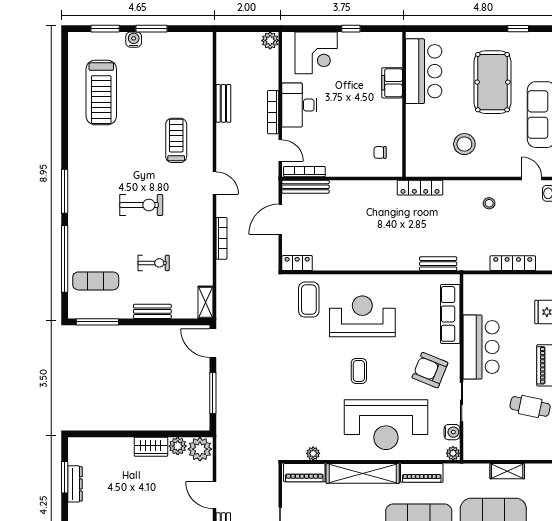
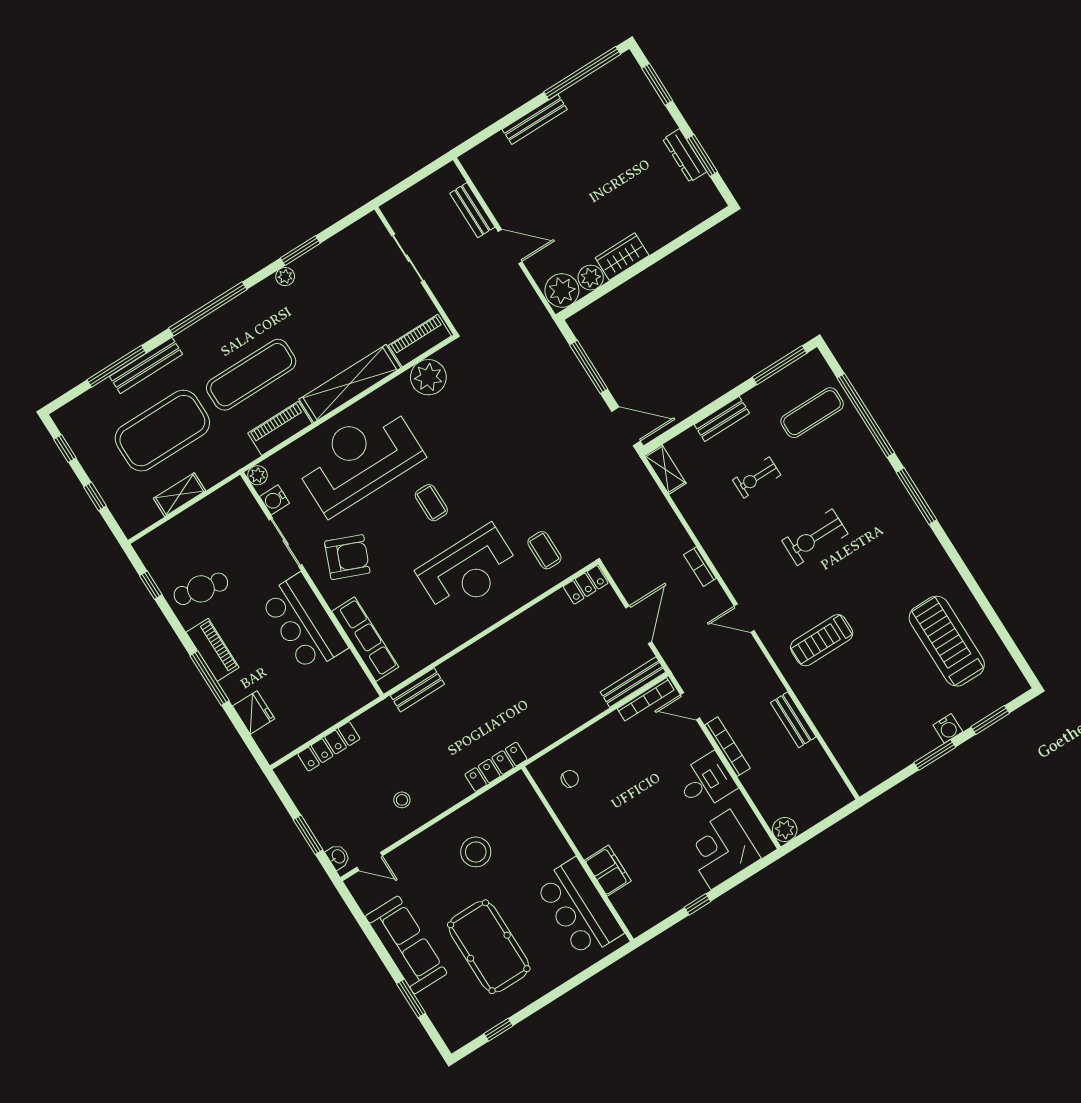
desk: (299, 105) -> (706, 782), width x0.73
treadmill: (176, 140) -> (822, 640), turned 90
bookcase: (221, 238) -> (700, 567), width x0.64
coffee table: (309, 300) -> (544, 550), width x0.73, depth x0.77
plant: (313, 453) -> (428, 377), width x1.88, depth x1.88

